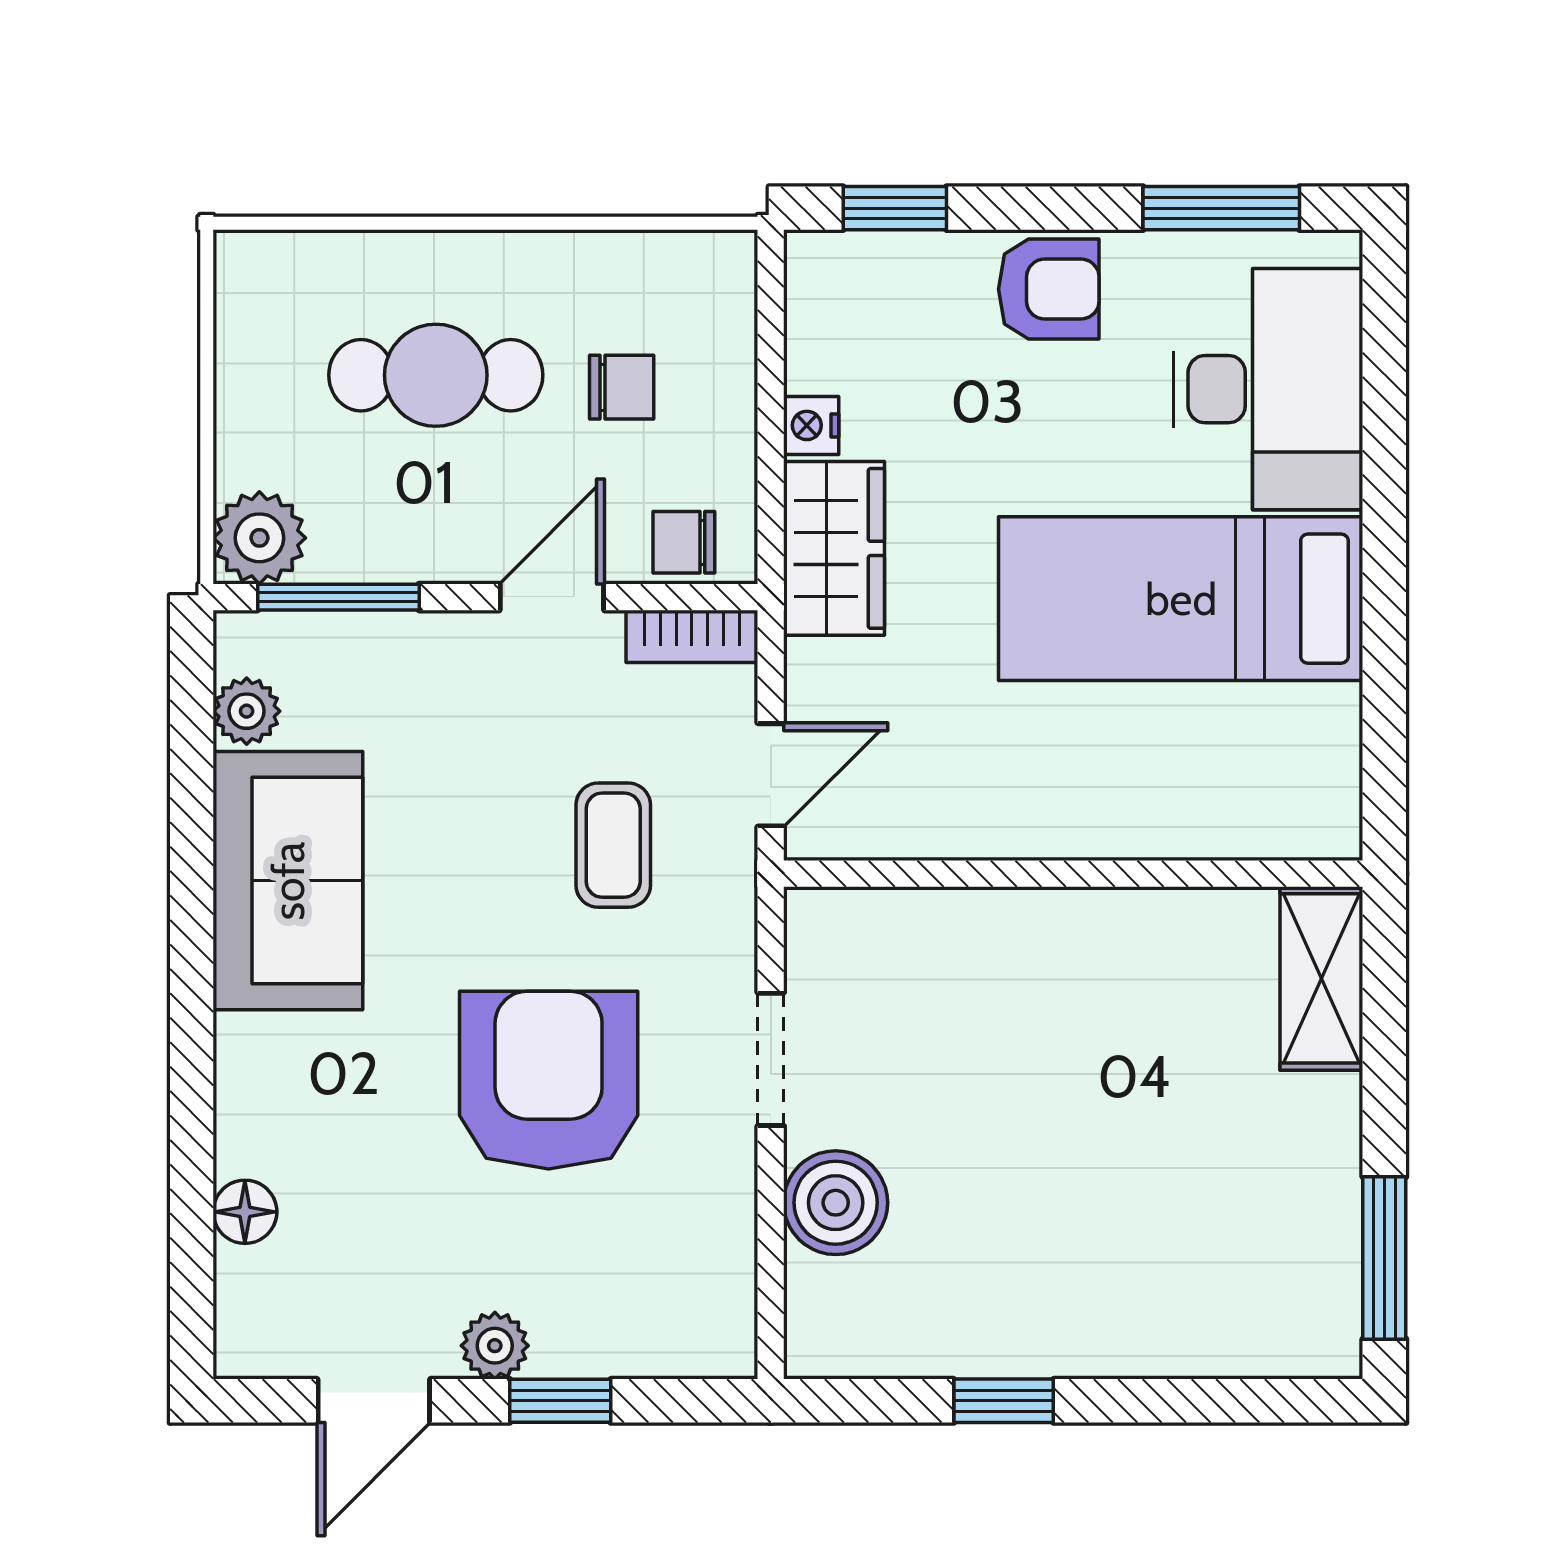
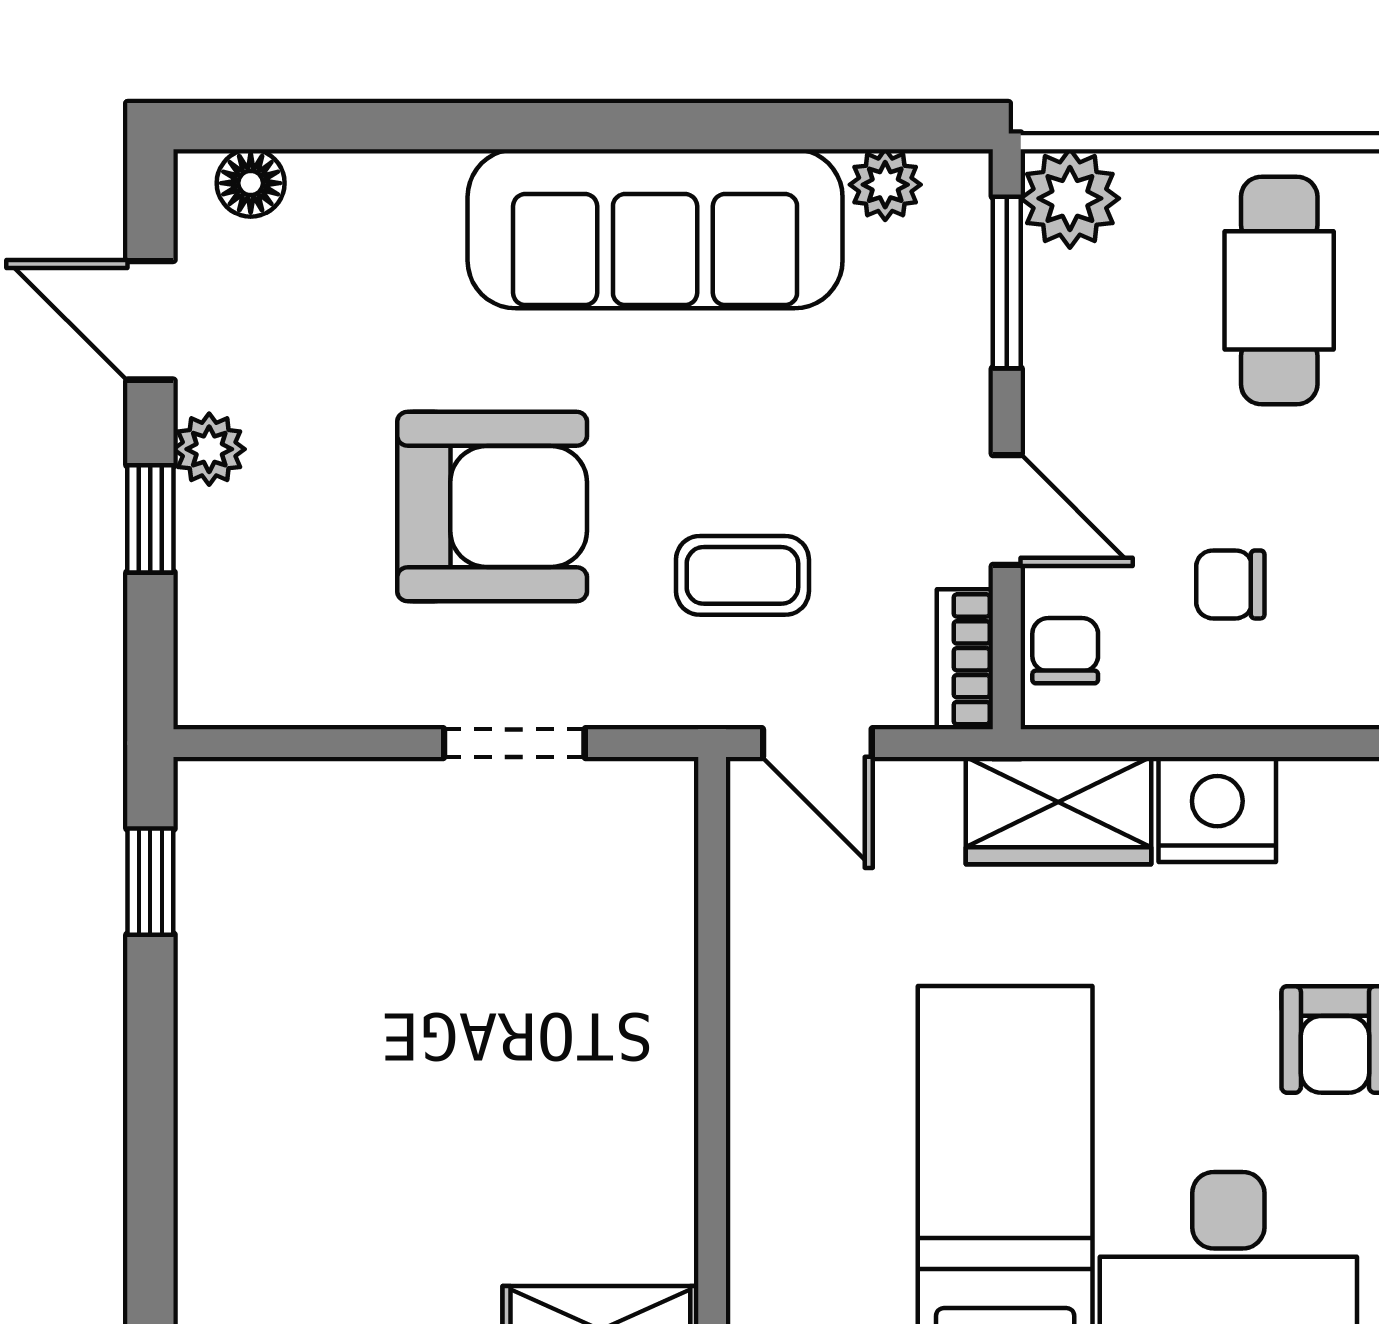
cafe table: (436, 375) -> (1279, 290), moved
chair: (622, 387) -> (1230, 584), turned 90
nightstand: (811, 425) -> (1217, 810), width x1.89, depth x1.79
sofa: (288, 881) -> (655, 229), width x1.36
boiler: (836, 1203) -> (362, 812), removed
floor lamp: (245, 1212) -> (251, 183), moved
window: (1004, 1401) -> (150, 882), moved

